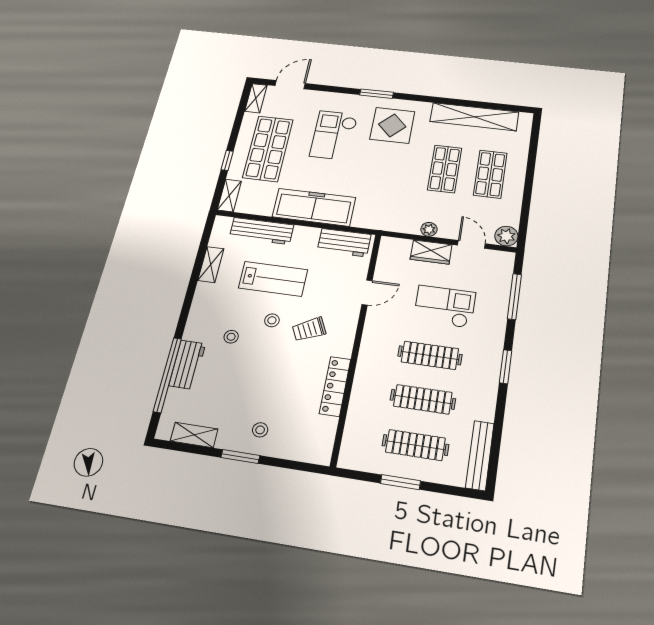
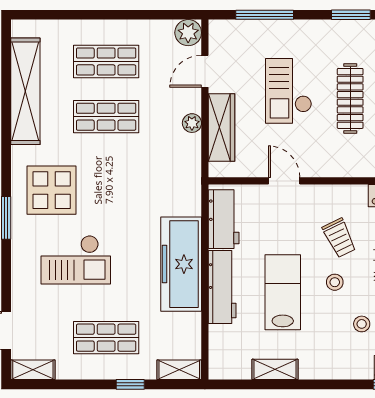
shop shelf: (268, 149) -> (106, 338), width x0.70, depth x0.74
workbench: (261, 231) -> (222, 287), moved
wardrobe: (431, 252) -> (221, 128), width x1.50

